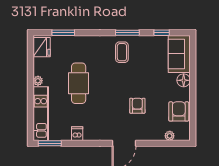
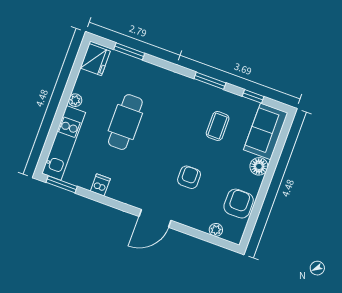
coffee table: (122, 52) -> (218, 126), moved

